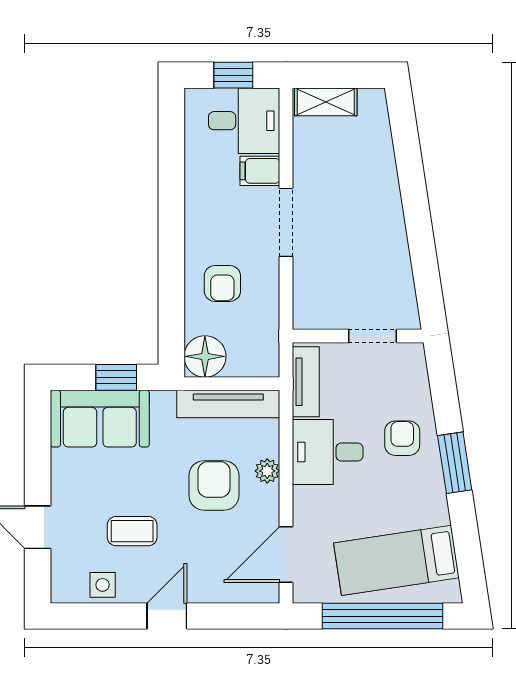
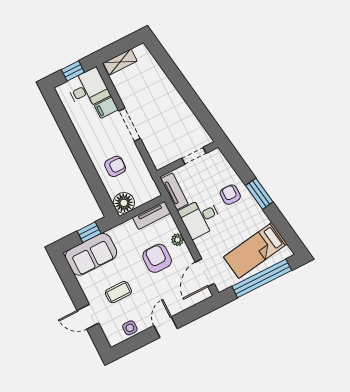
armchair: (222, 283) -> (115, 166), turned -90
tv unit: (228, 404) -> (152, 215), width x0.71
coffee table: (132, 531) -> (118, 292), moved

